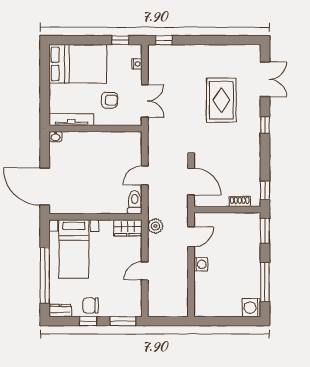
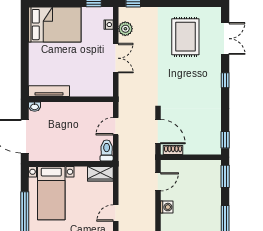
armchair: (109, 100) -> (84, 58), removed
rug: (221, 100) -> (185, 37), moved
tv unit: (71, 120) -> (49, 91), moved
wall: (95, 128) -> (71, 99), moved
washbasin: (56, 137) -> (35, 107), moved
shoe rack: (240, 202) -> (173, 150), moved
plant: (155, 226) -> (125, 29), moved

